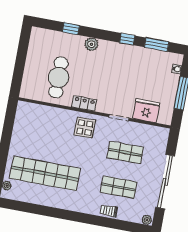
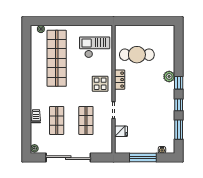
window: (71, 29) -> (179, 83), moved
fridge: (146, 111) -> (121, 131), width x0.53, depth x0.75
checkout: (40, 126) -> (95, 47), added

